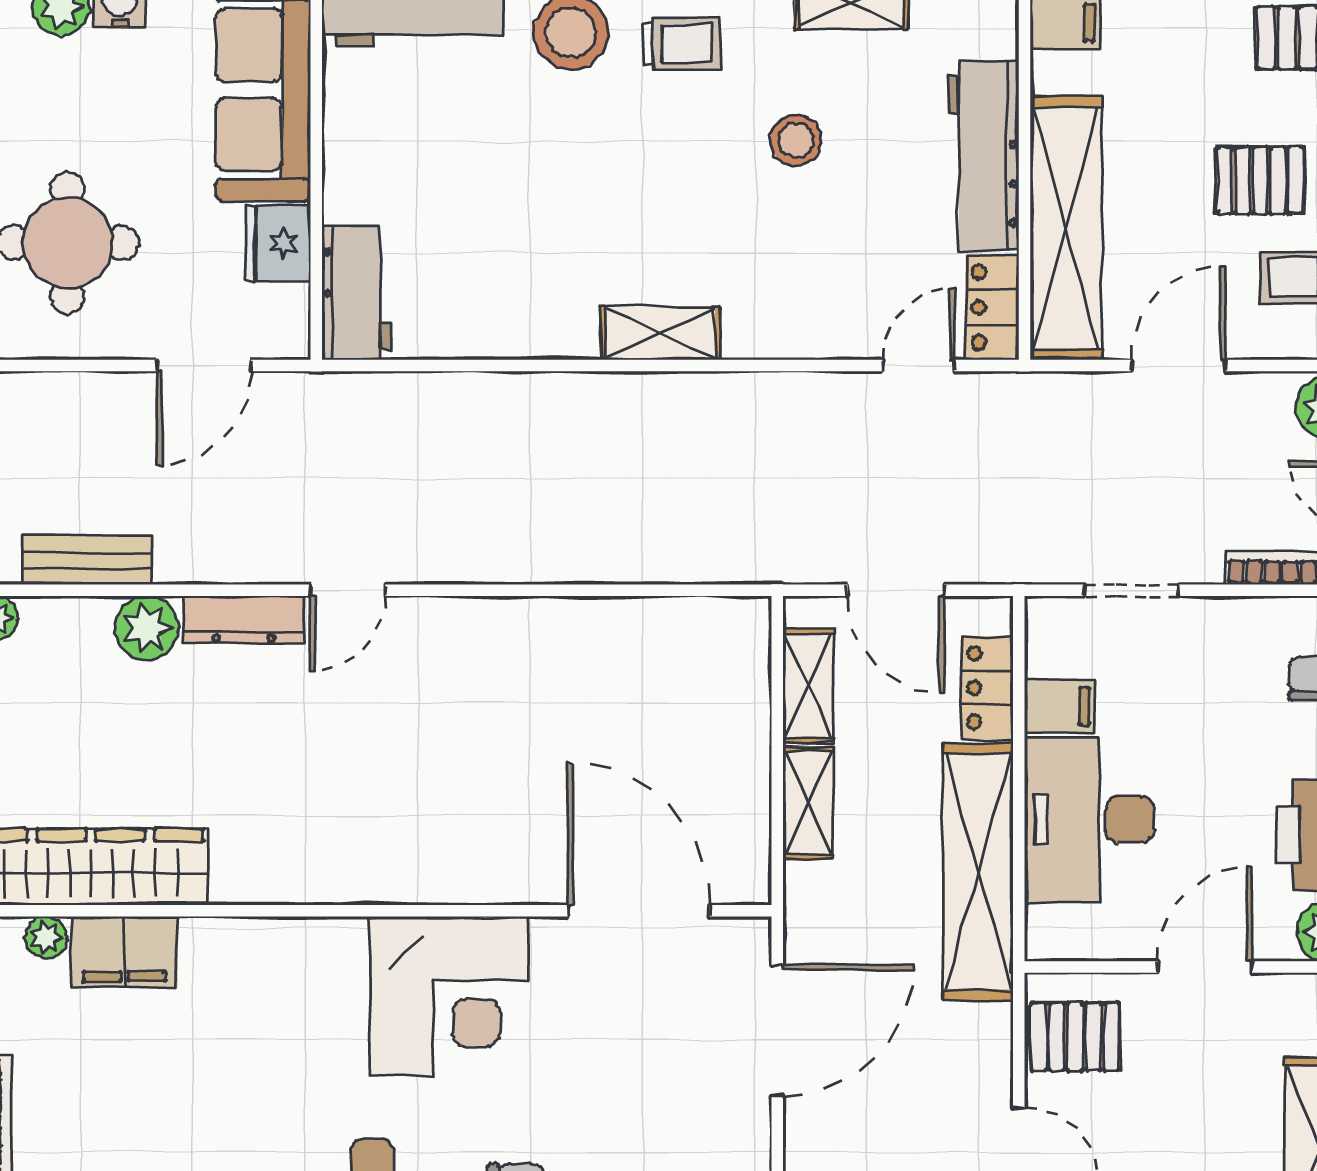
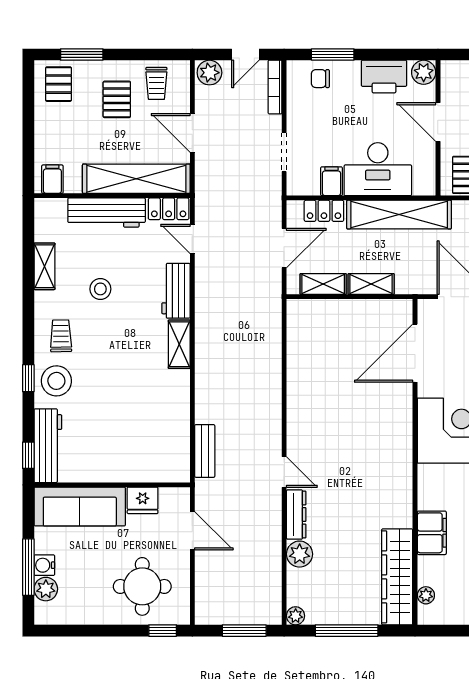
workbench: (357, 293) -> (176, 291), moved, turned -90
bench: (87, 560) -> (205, 451), moved
filing cabinet: (125, 952) -> (432, 533), moved

